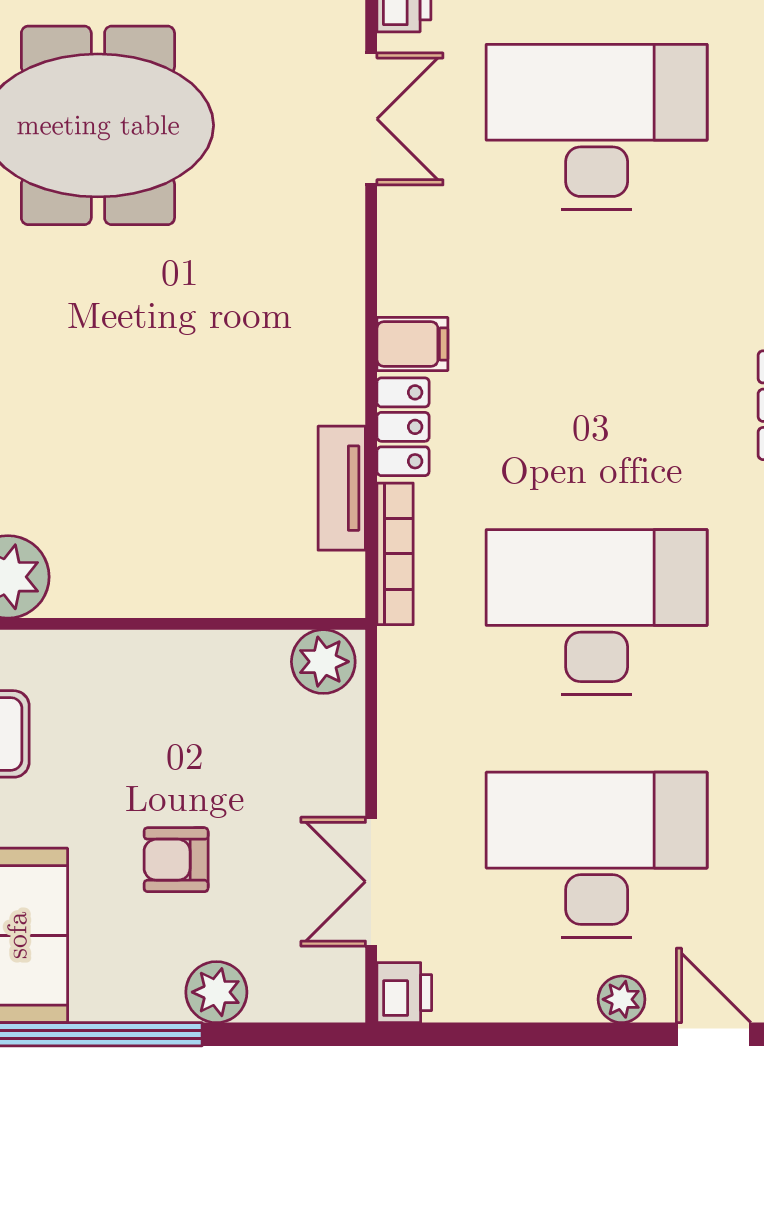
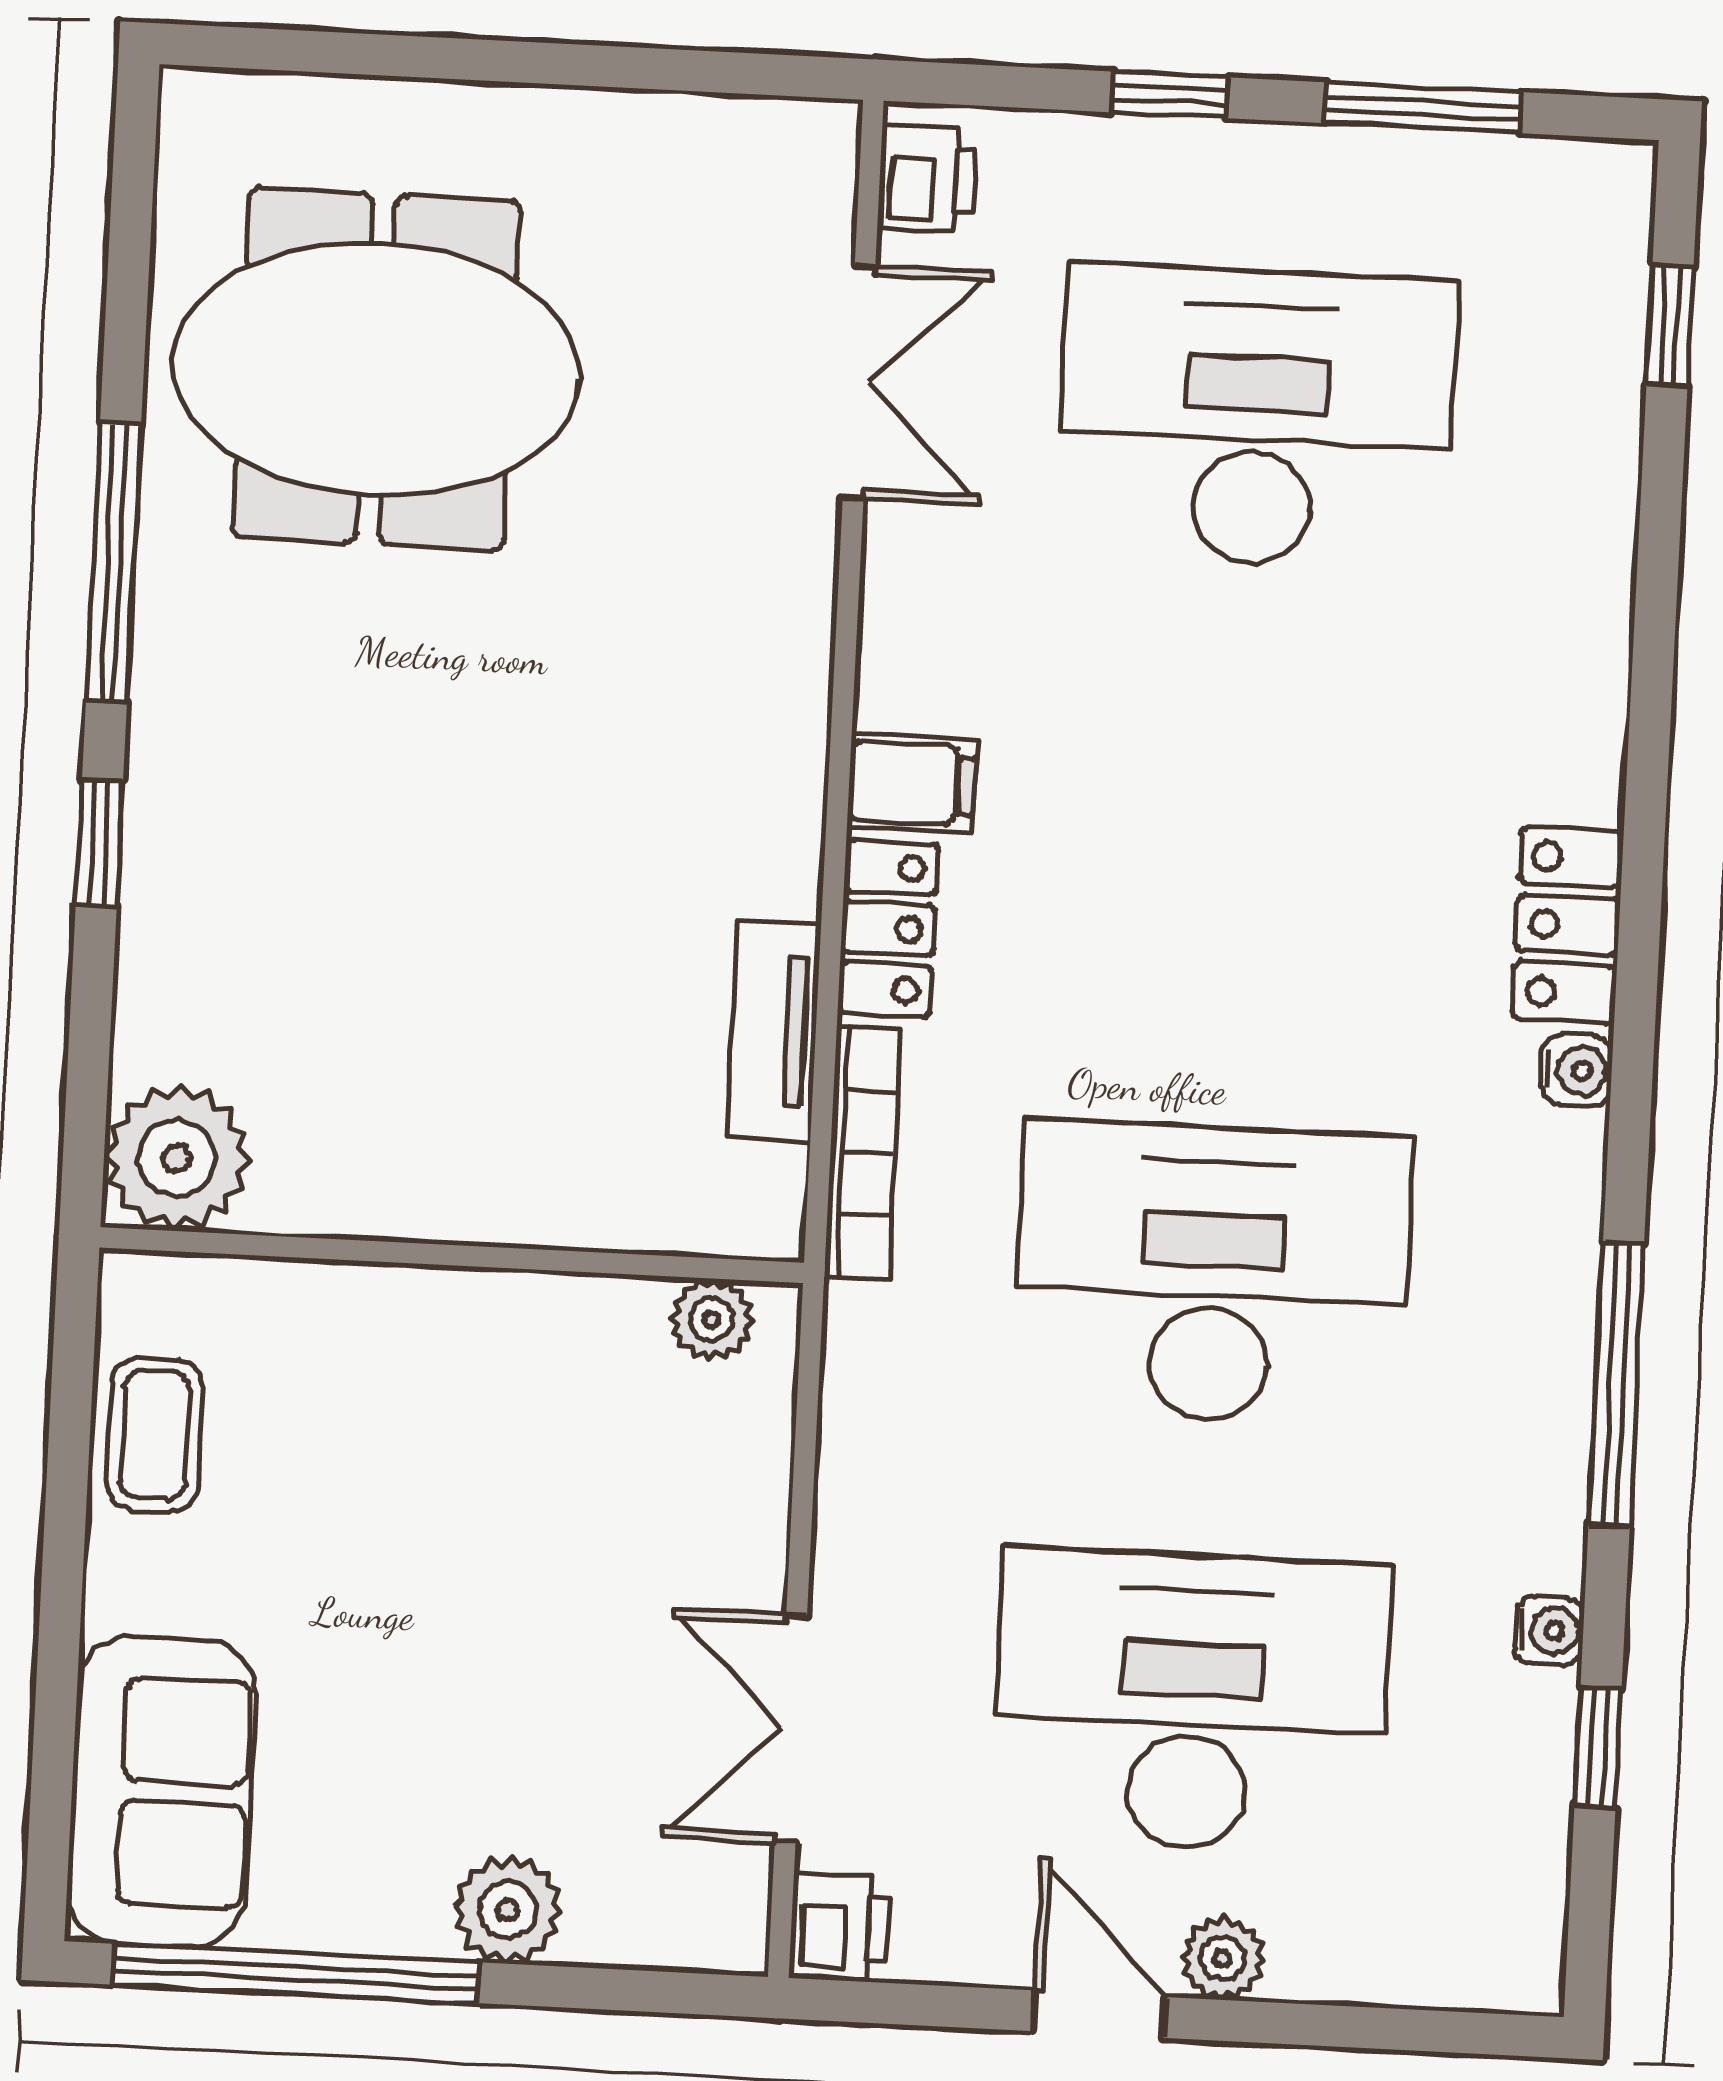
plant: (323, 662) -> (712, 1320), width x0.73, depth x0.73
armchair: (176, 860) -> (448, 1672), removed
door: (714, 1034) -> (1099, 2014), moved

